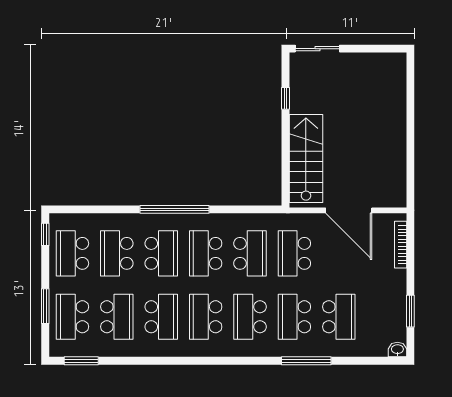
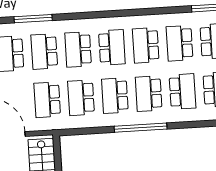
school desk: (206, 253) -> (115, 96), turned 180
school desk: (294, 253) -> (47, 100), turned 180
school desk: (250, 317) -> (78, 49), turned 180
school desk: (294, 317) -> (44, 52), turned 180

